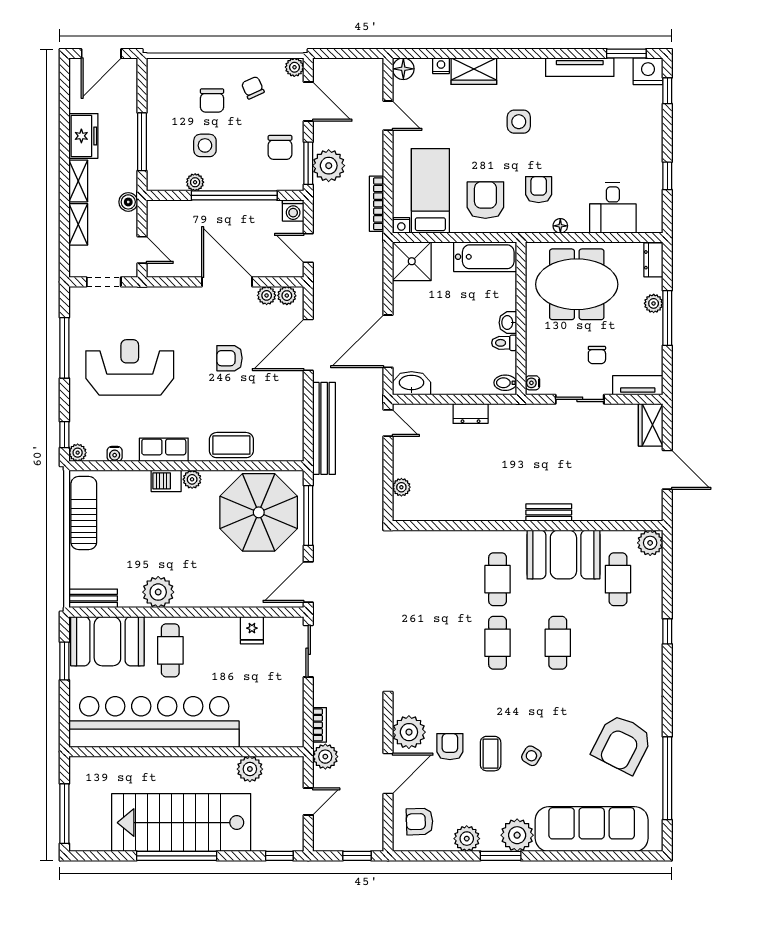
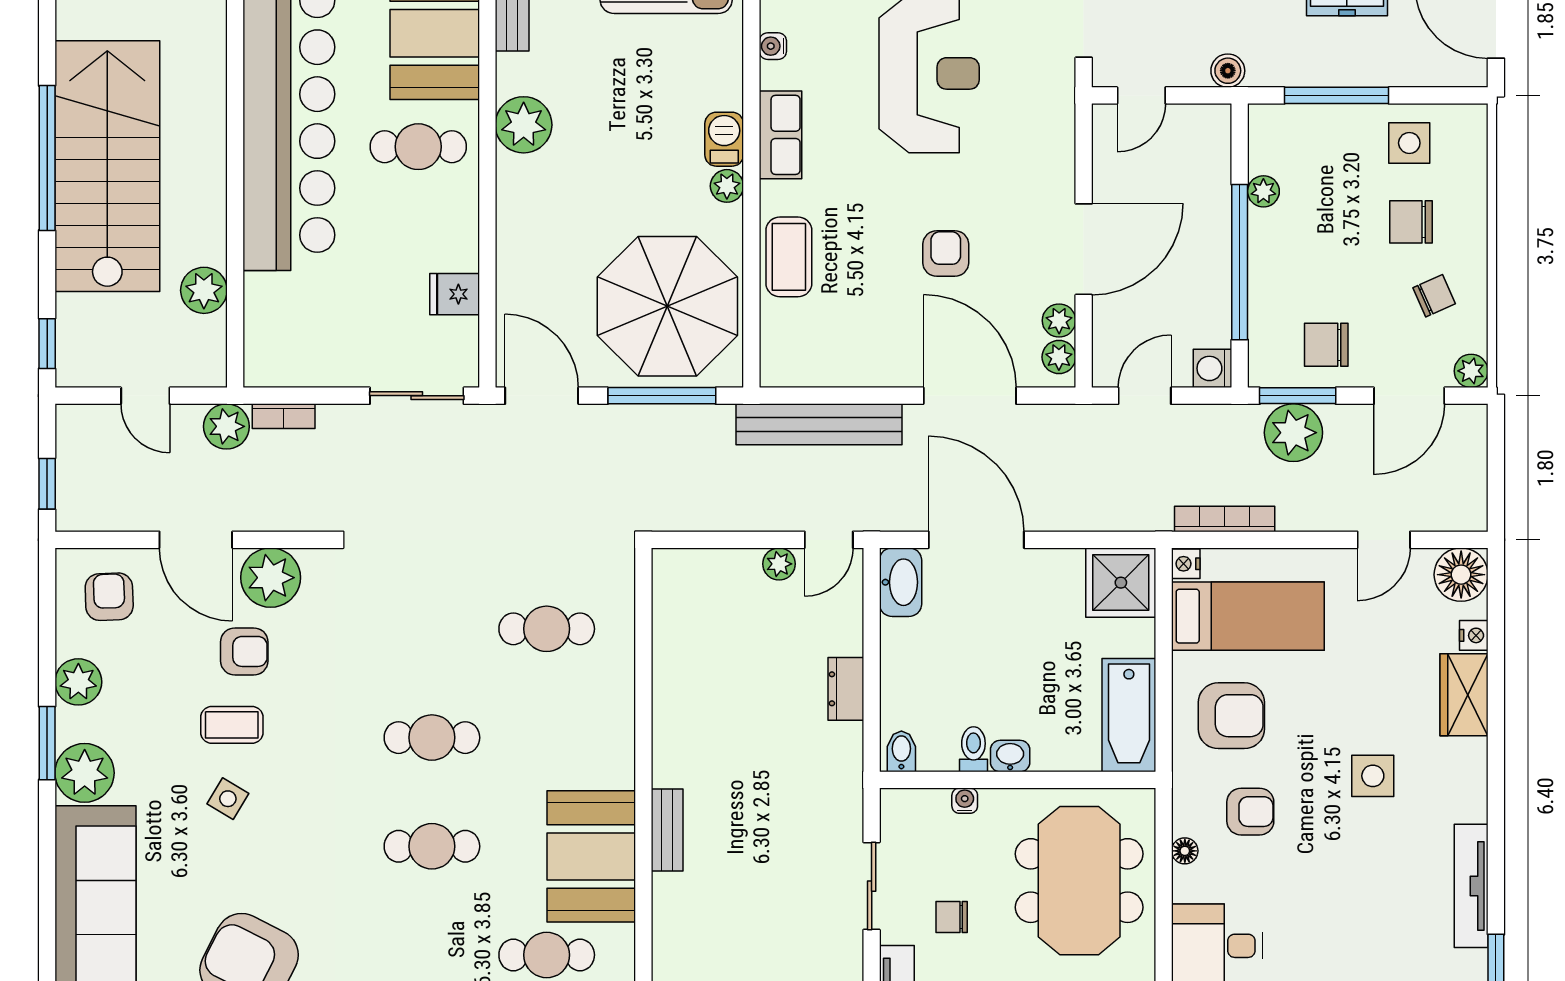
floor lamp: (403, 69) -> (1461, 575), width x1.38, depth x1.38
side table: (205, 145) -> (1409, 143), moved
water cooler: (533, 383) -> (965, 801), moved
plant: (401, 487) -> (779, 564), moved
cafe table: (498, 579) -> (547, 629), moved

